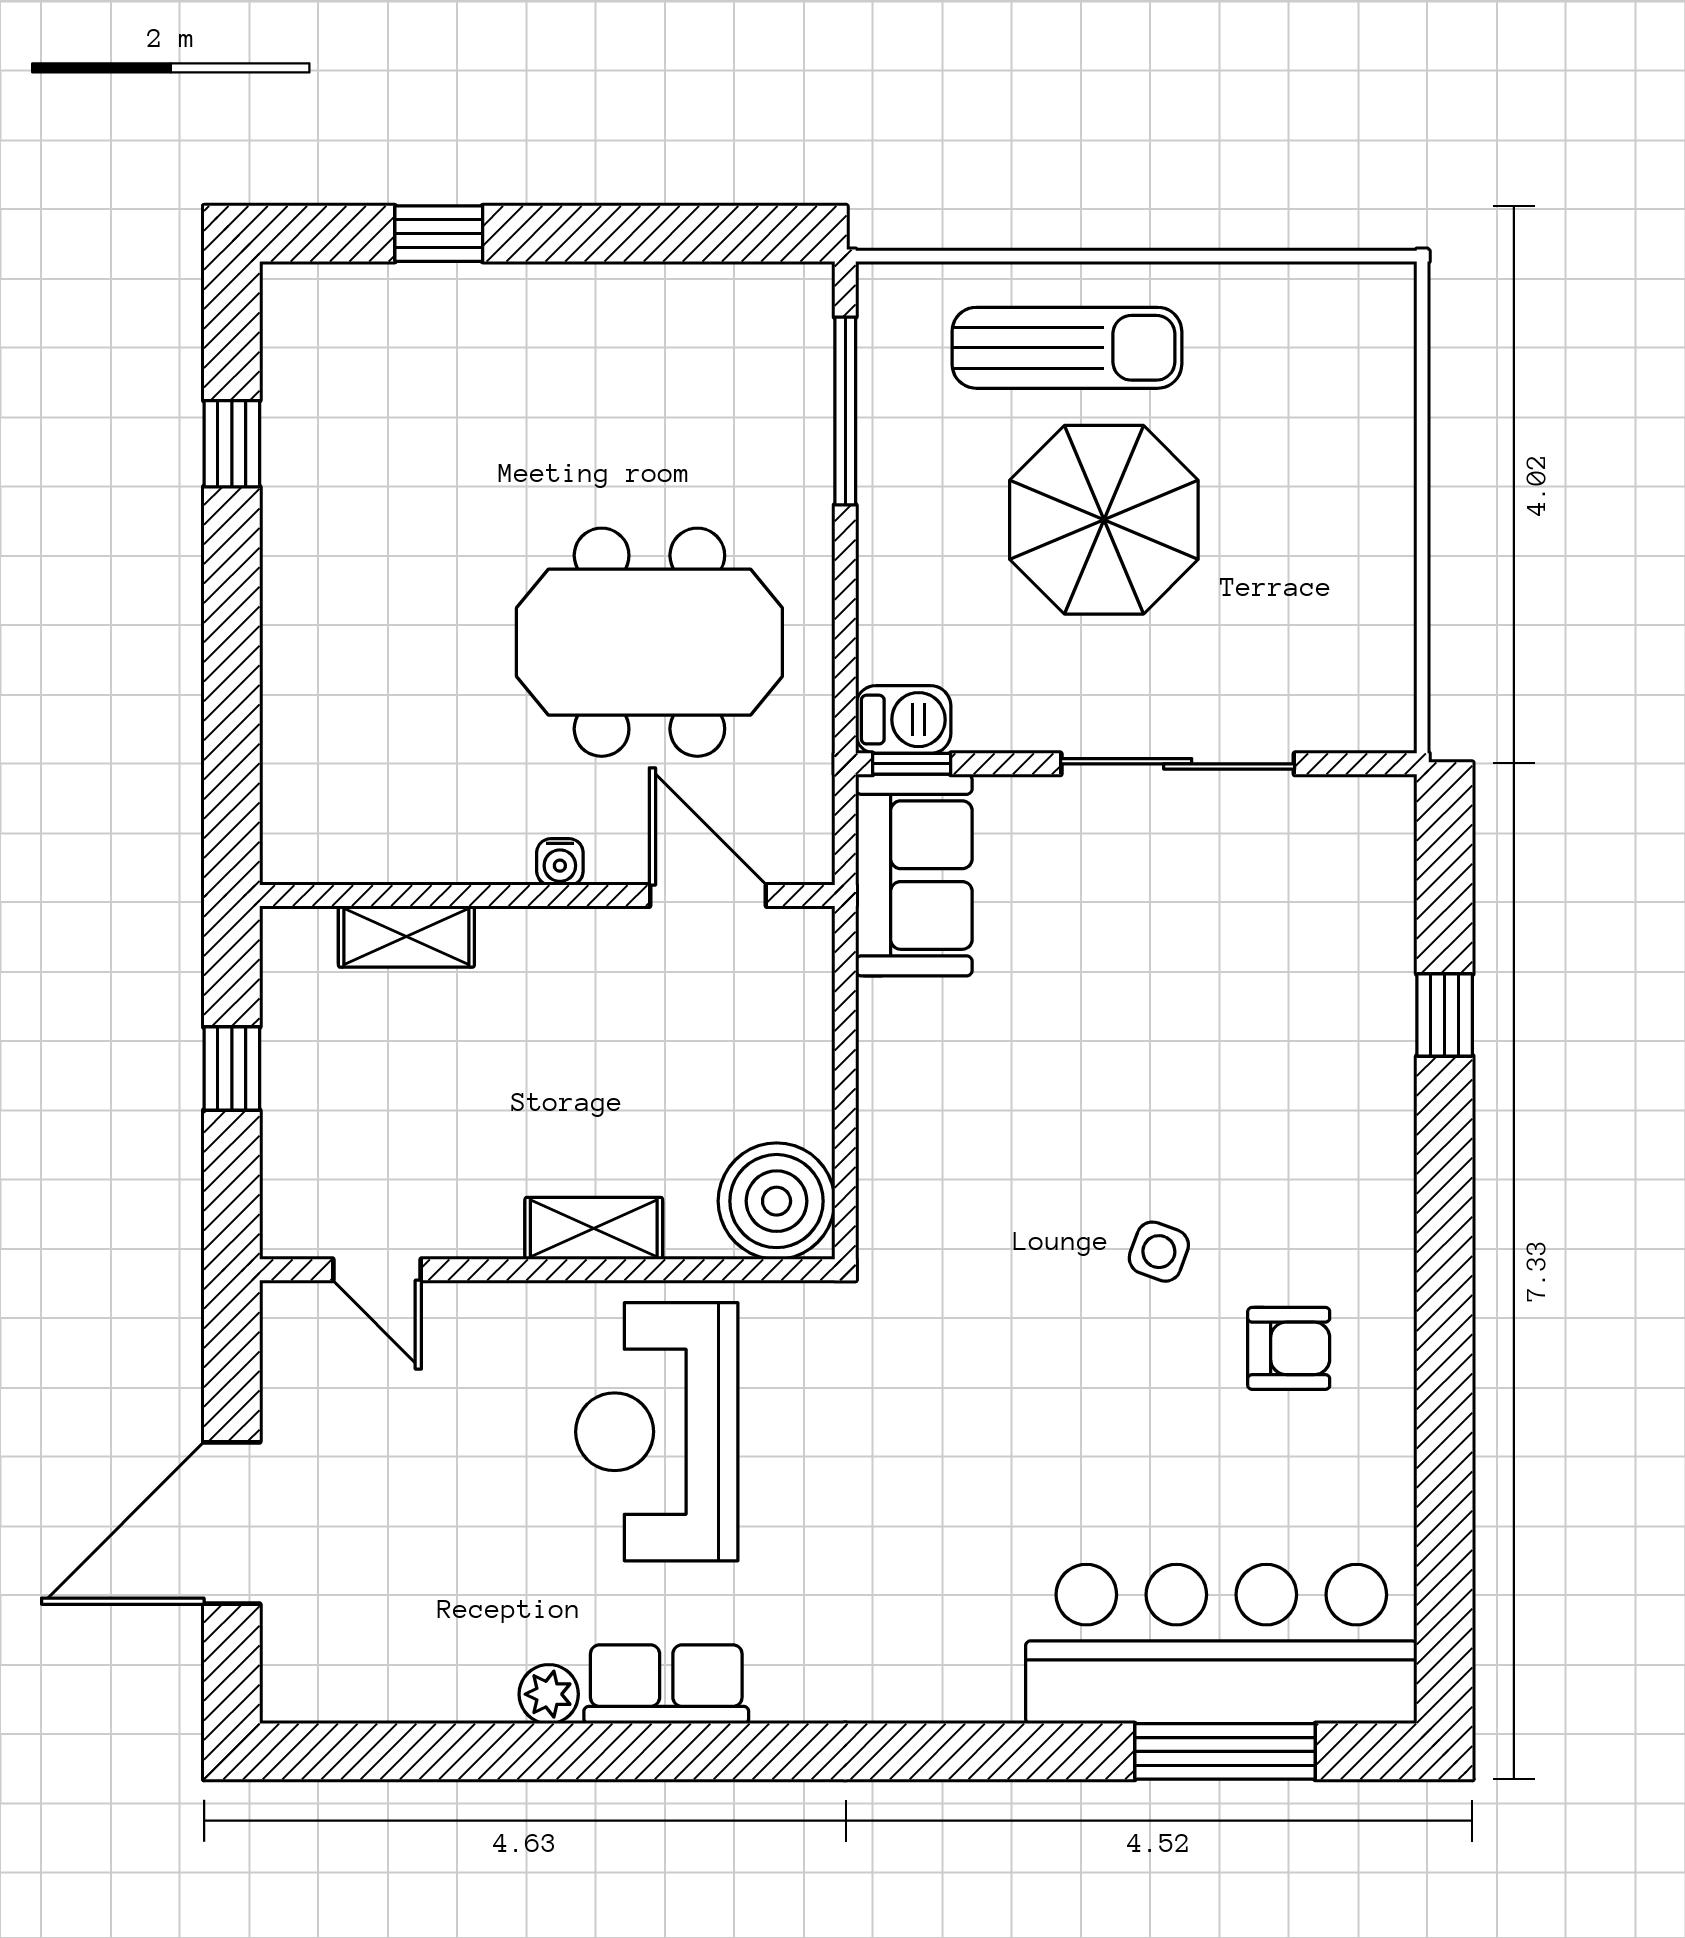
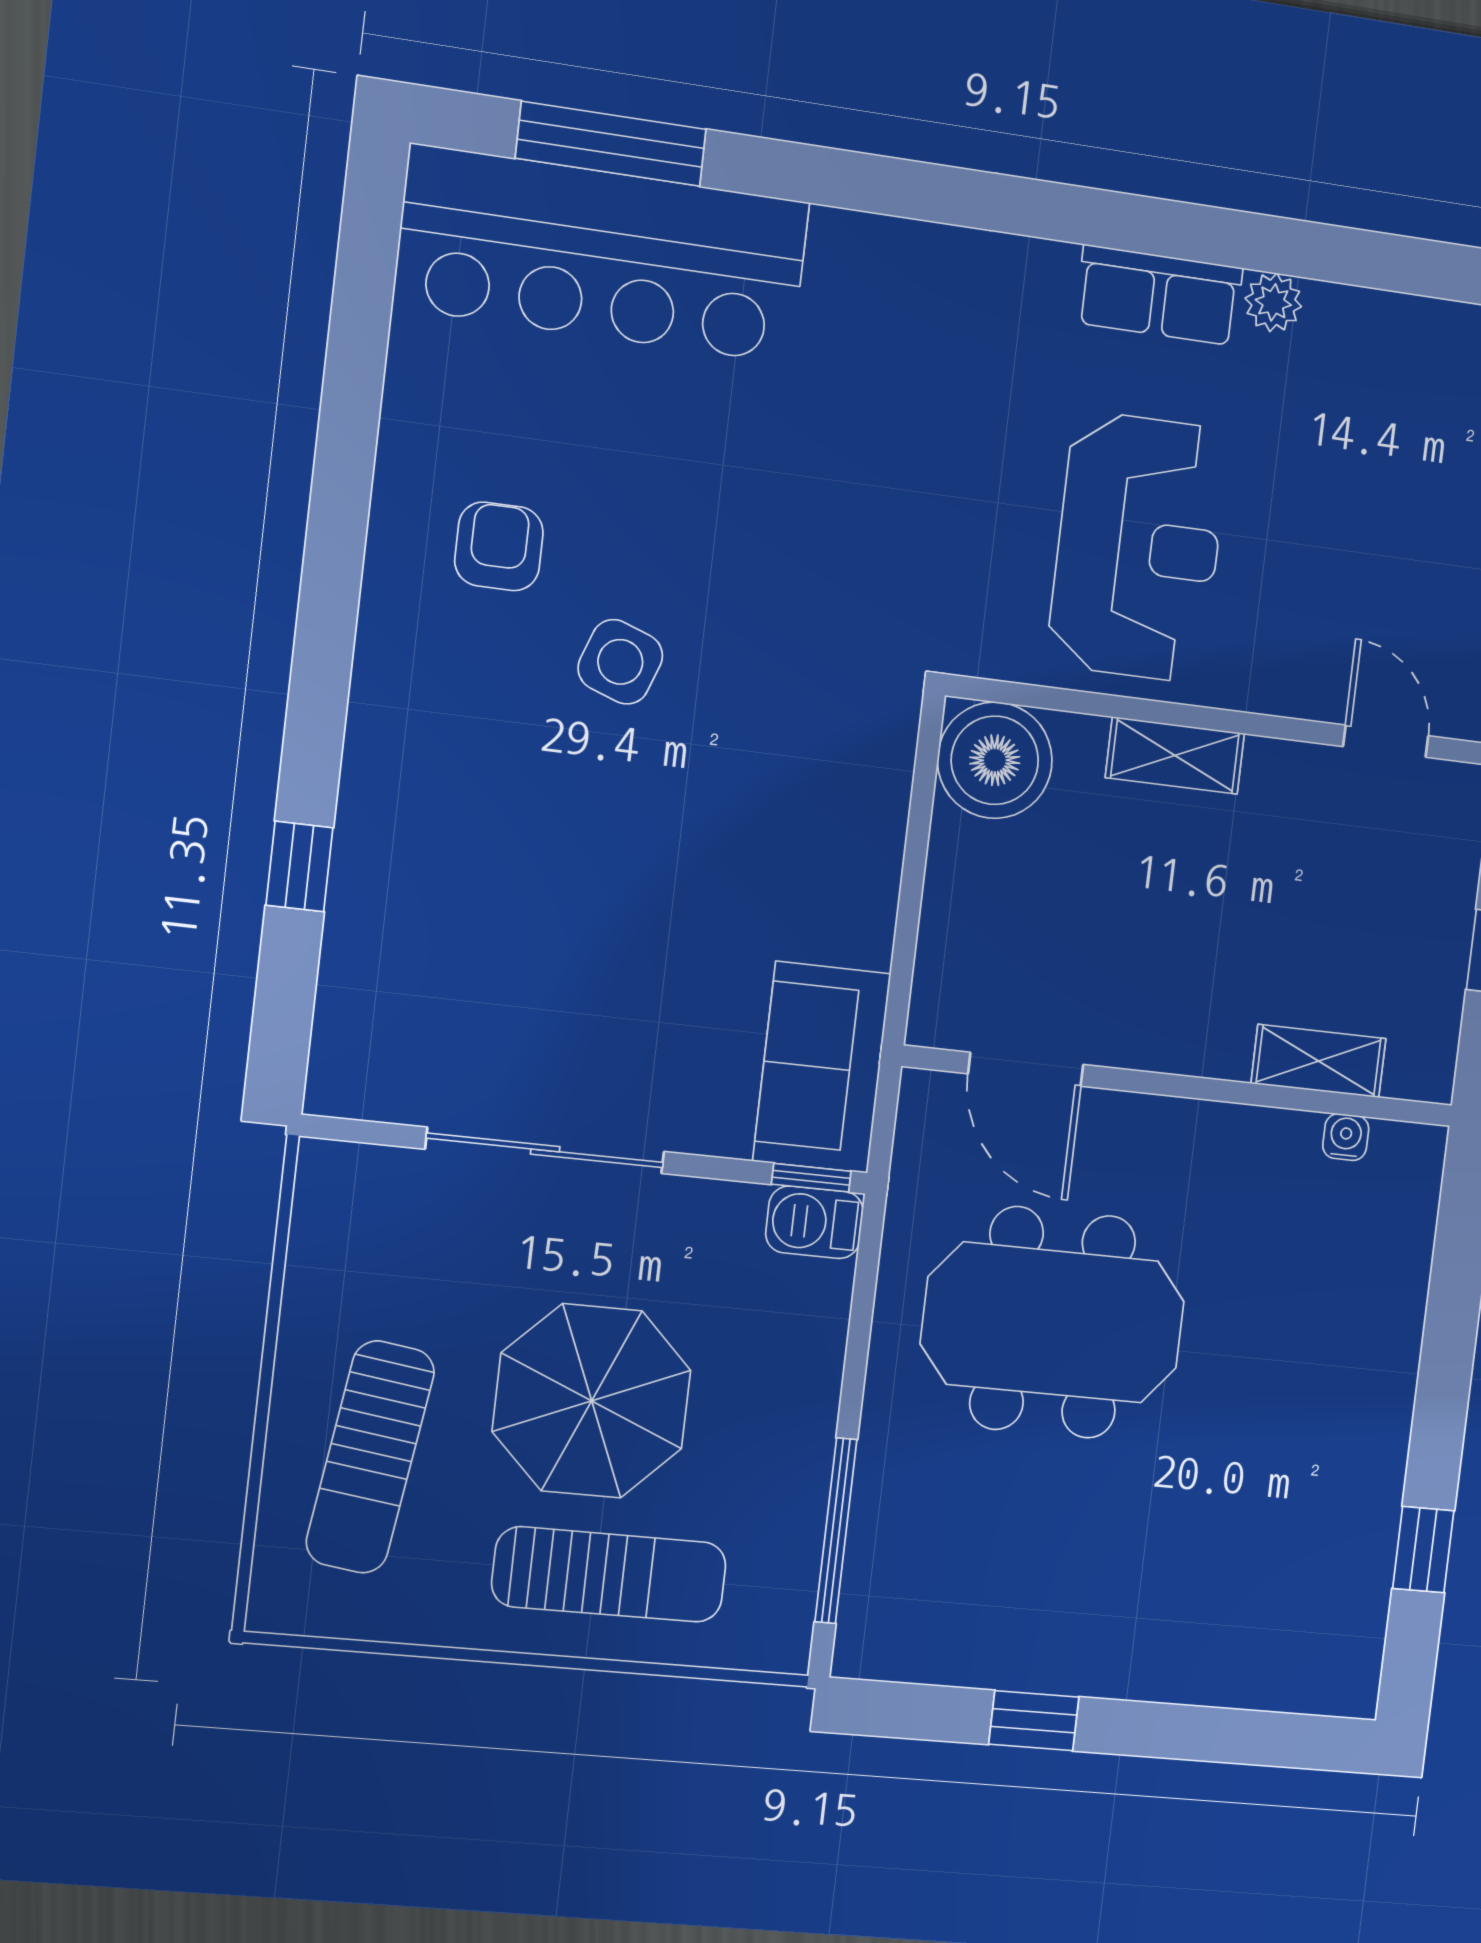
window: (439, 234) -> (1034, 1721), moved
sun lounger: (1067, 348) -> (609, 1574), turned 180
sun lounger: (1314, 445) -> (370, 1457), added
water cooler: (560, 862) -> (1346, 1137), moved
side table: (1159, 1252) -> (620, 662), width x1.37, depth x1.37
armchair: (1289, 1348) -> (499, 546), turned 90

